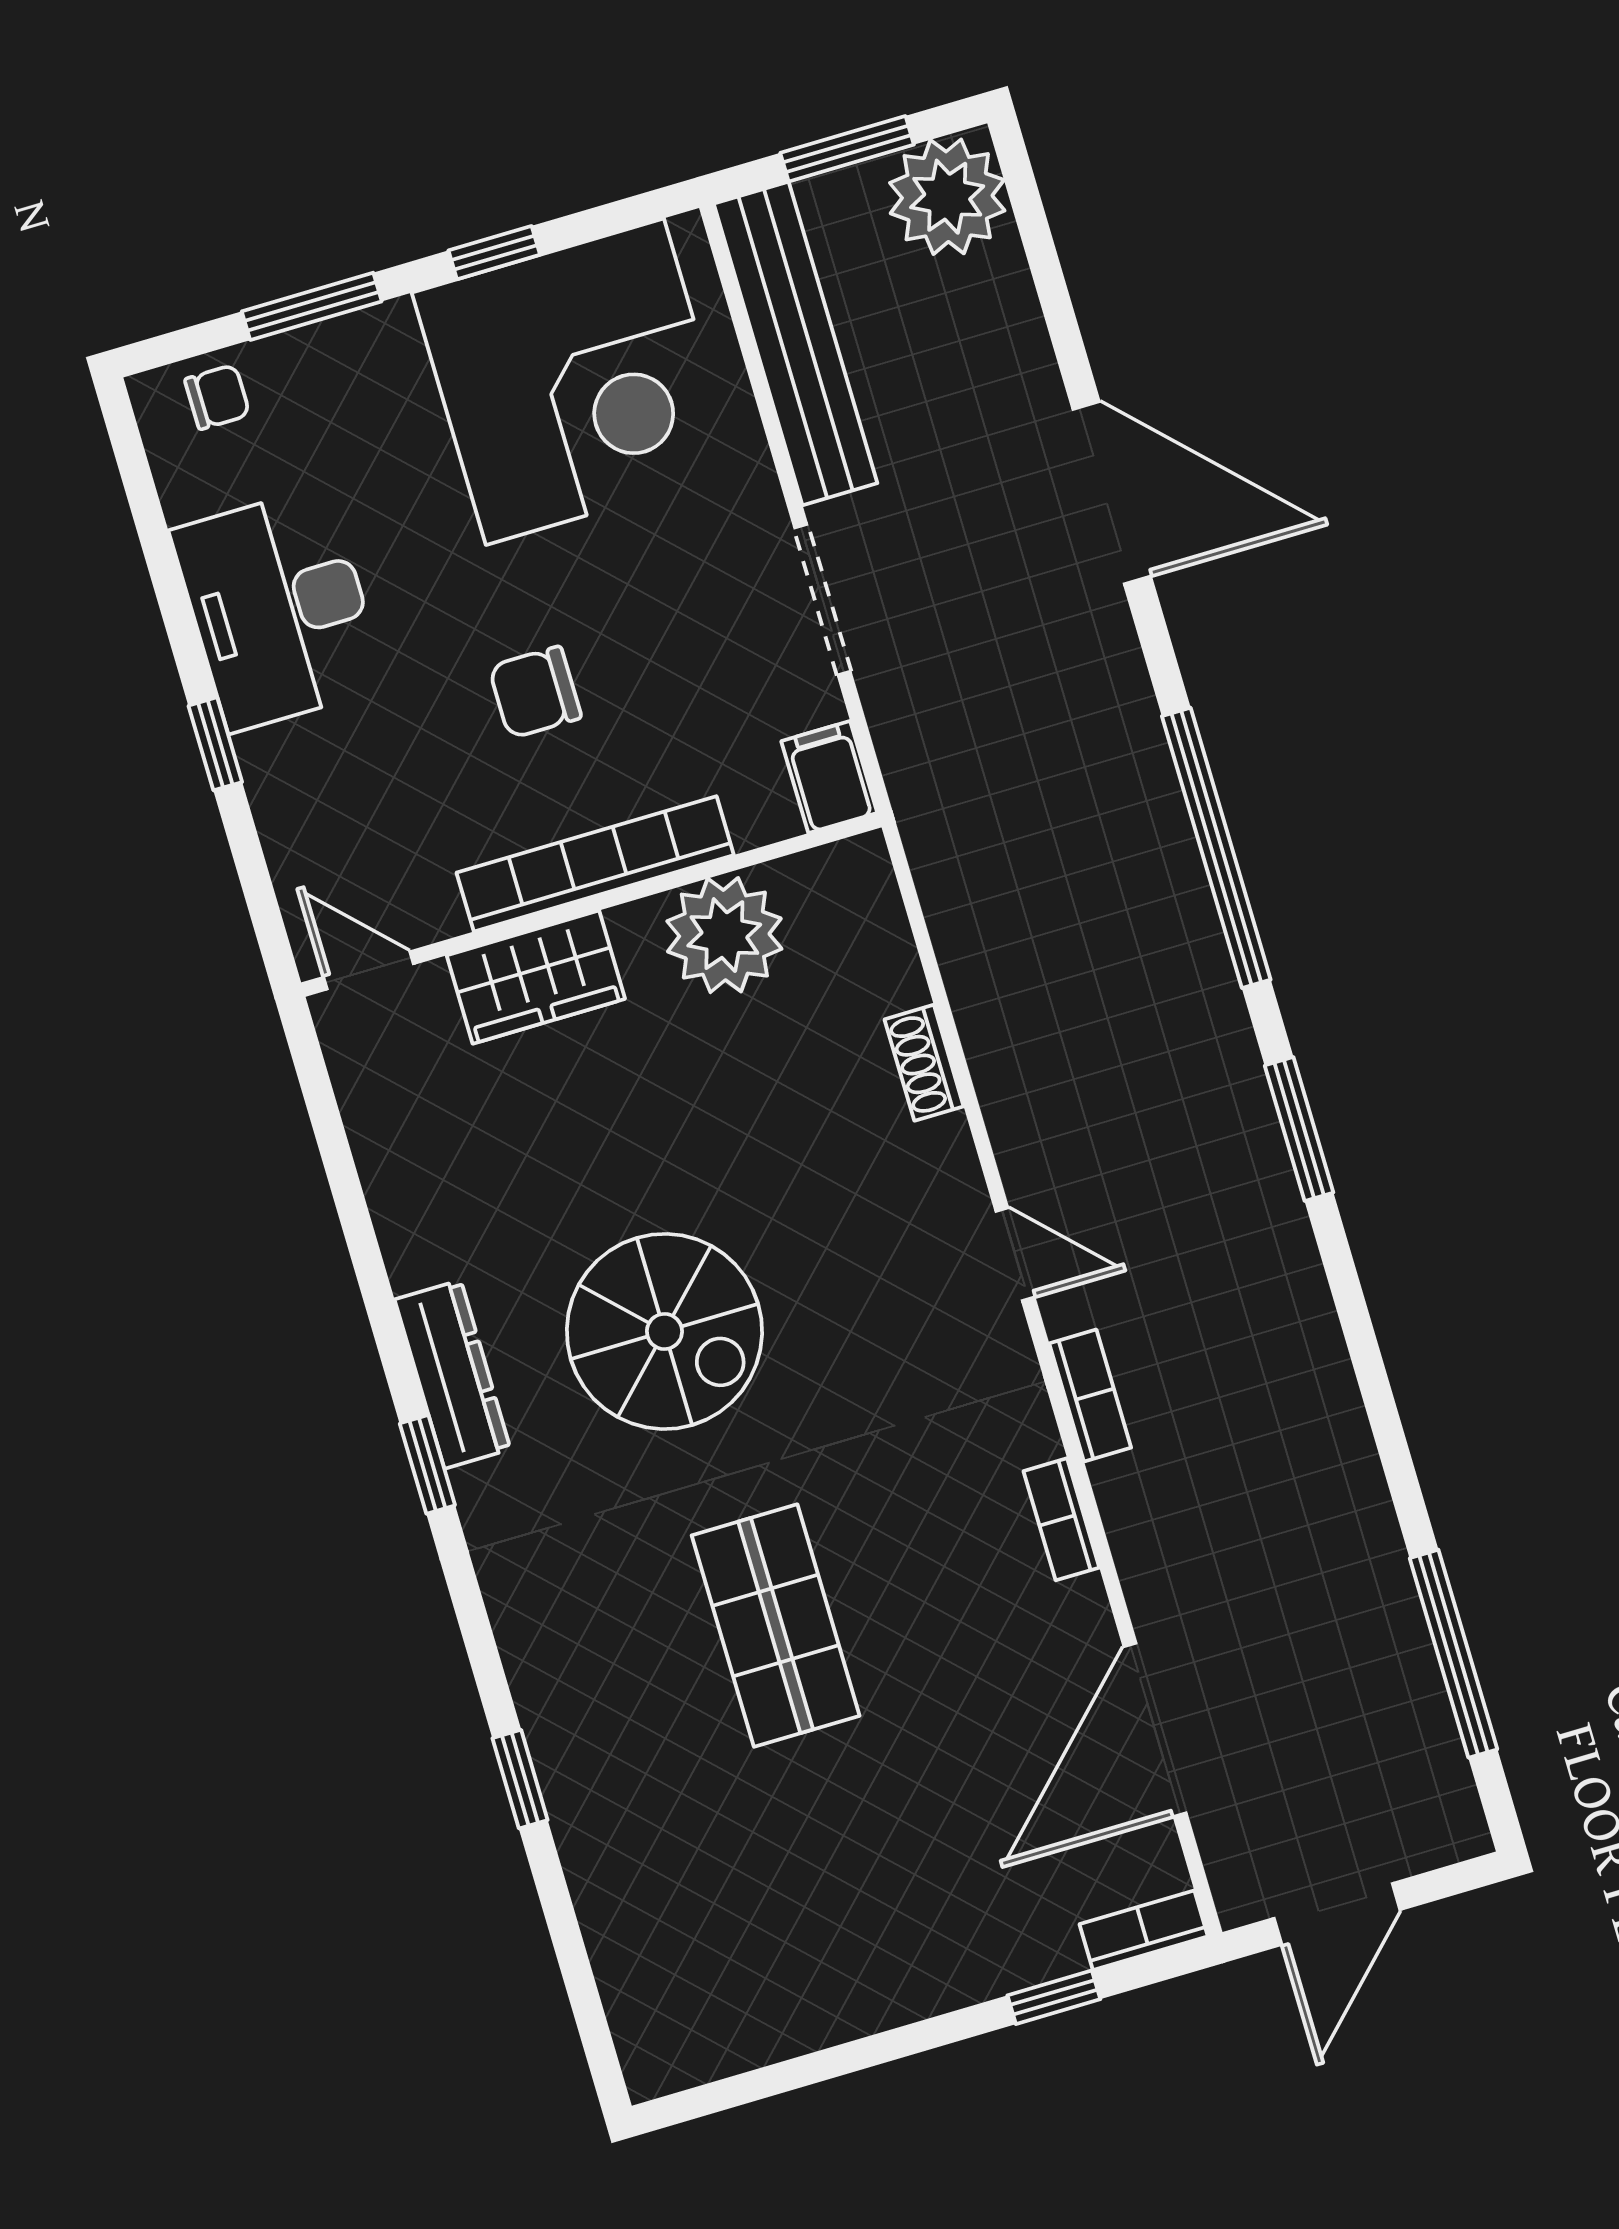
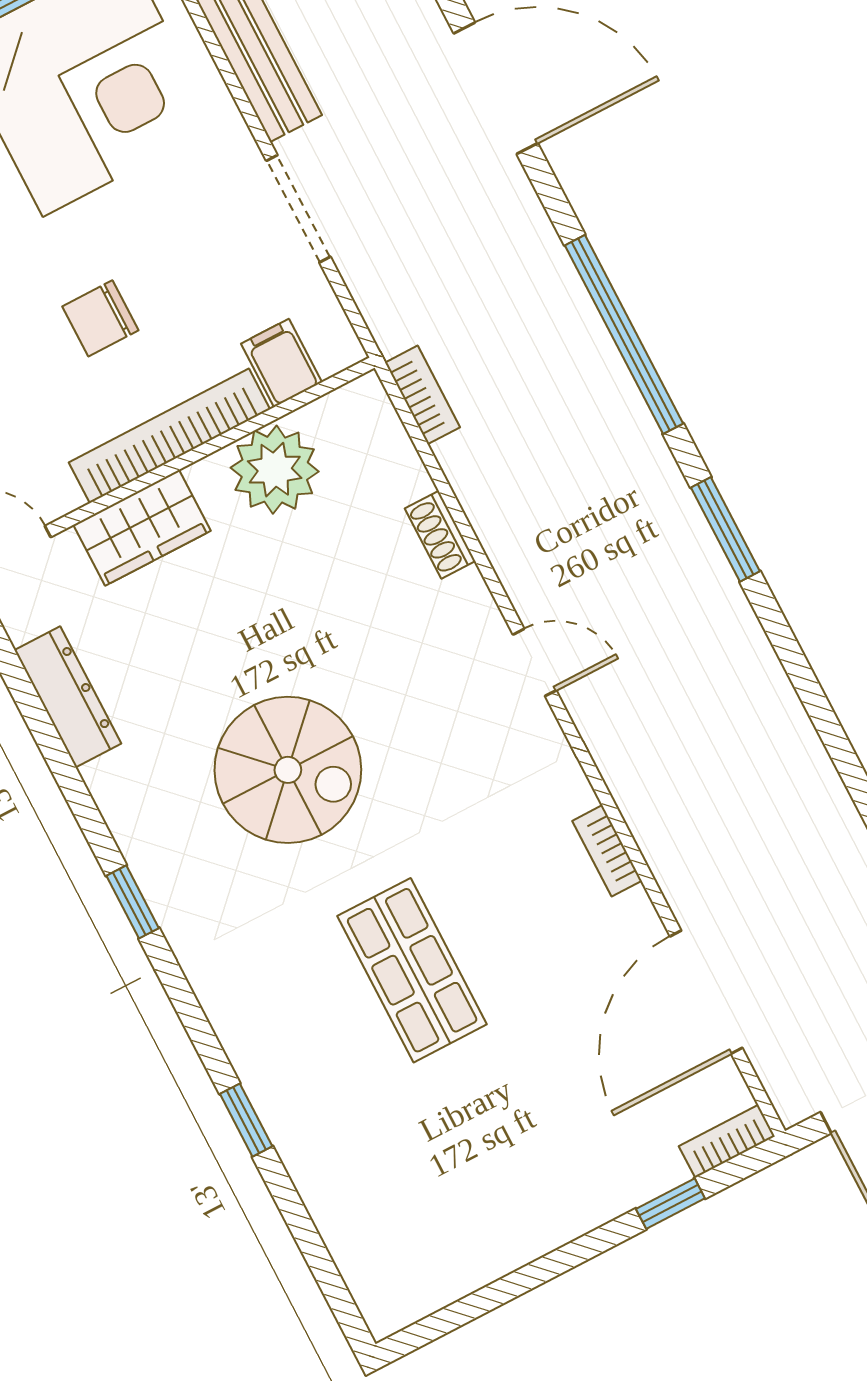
filing cabinet: (829, 777) -> (281, 363), moved
dresser: (453, 1374) -> (68, 697), moved
bookcase: (1090, 1396) -> (423, 395), moved

